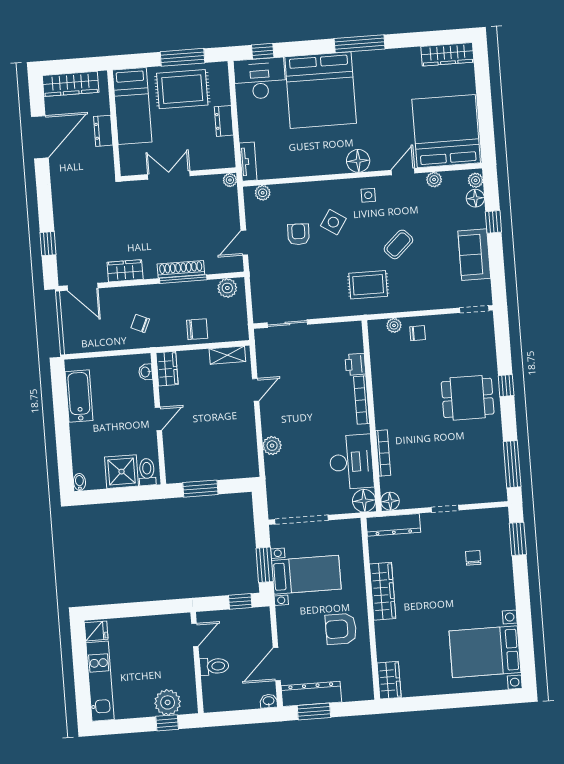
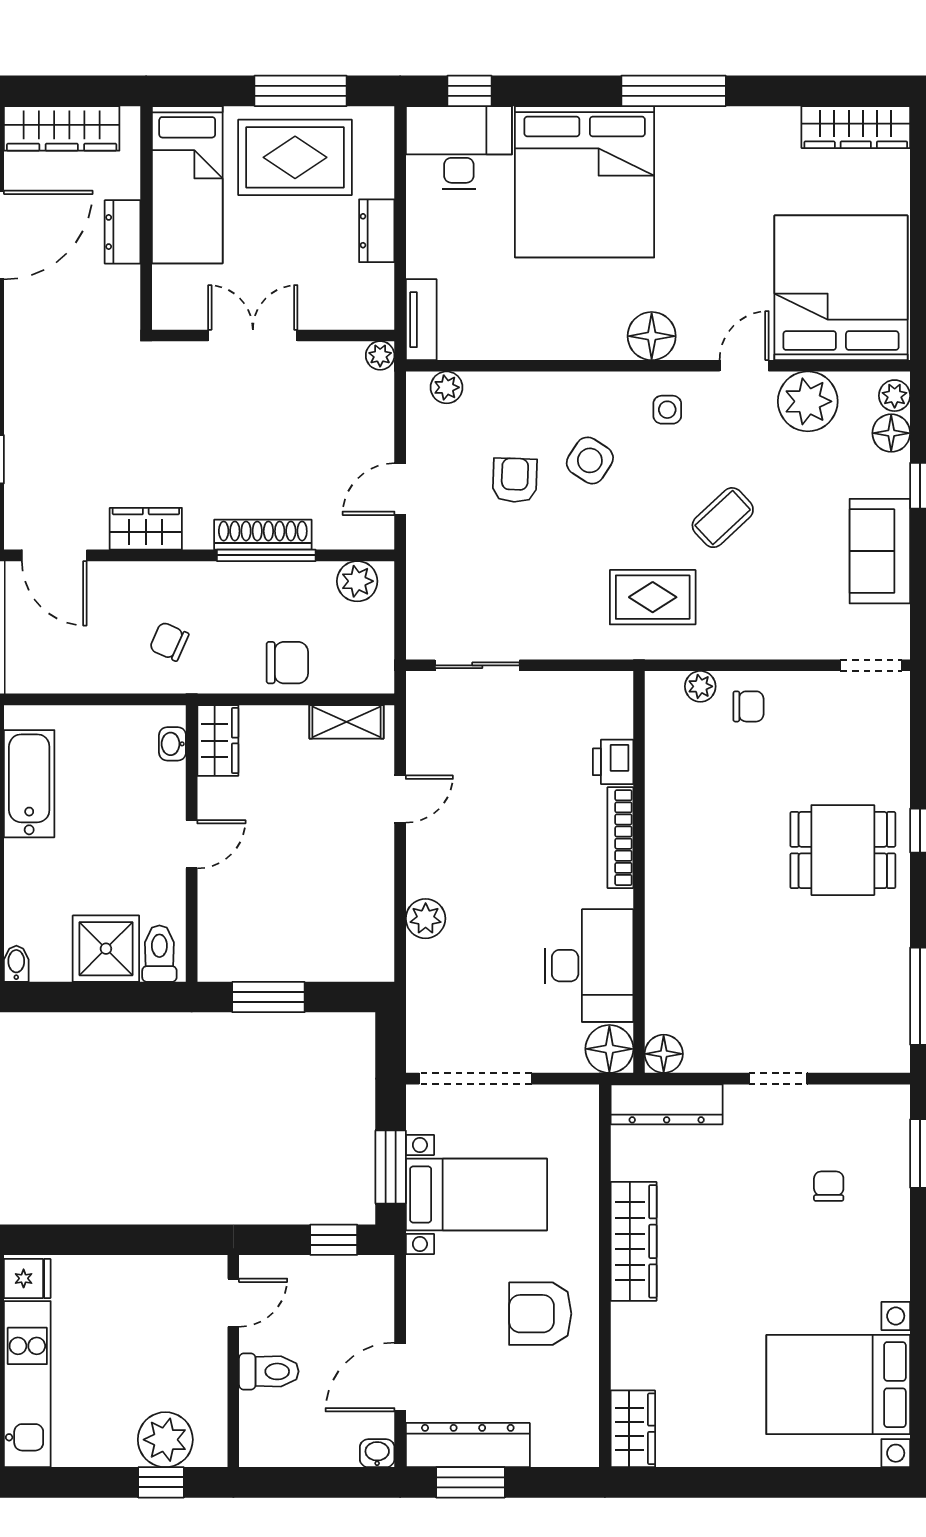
plant: (434, 180) -> (808, 401), width x1.87, depth x1.87
bookcase: (383, 453) -> (657, 952), removed

